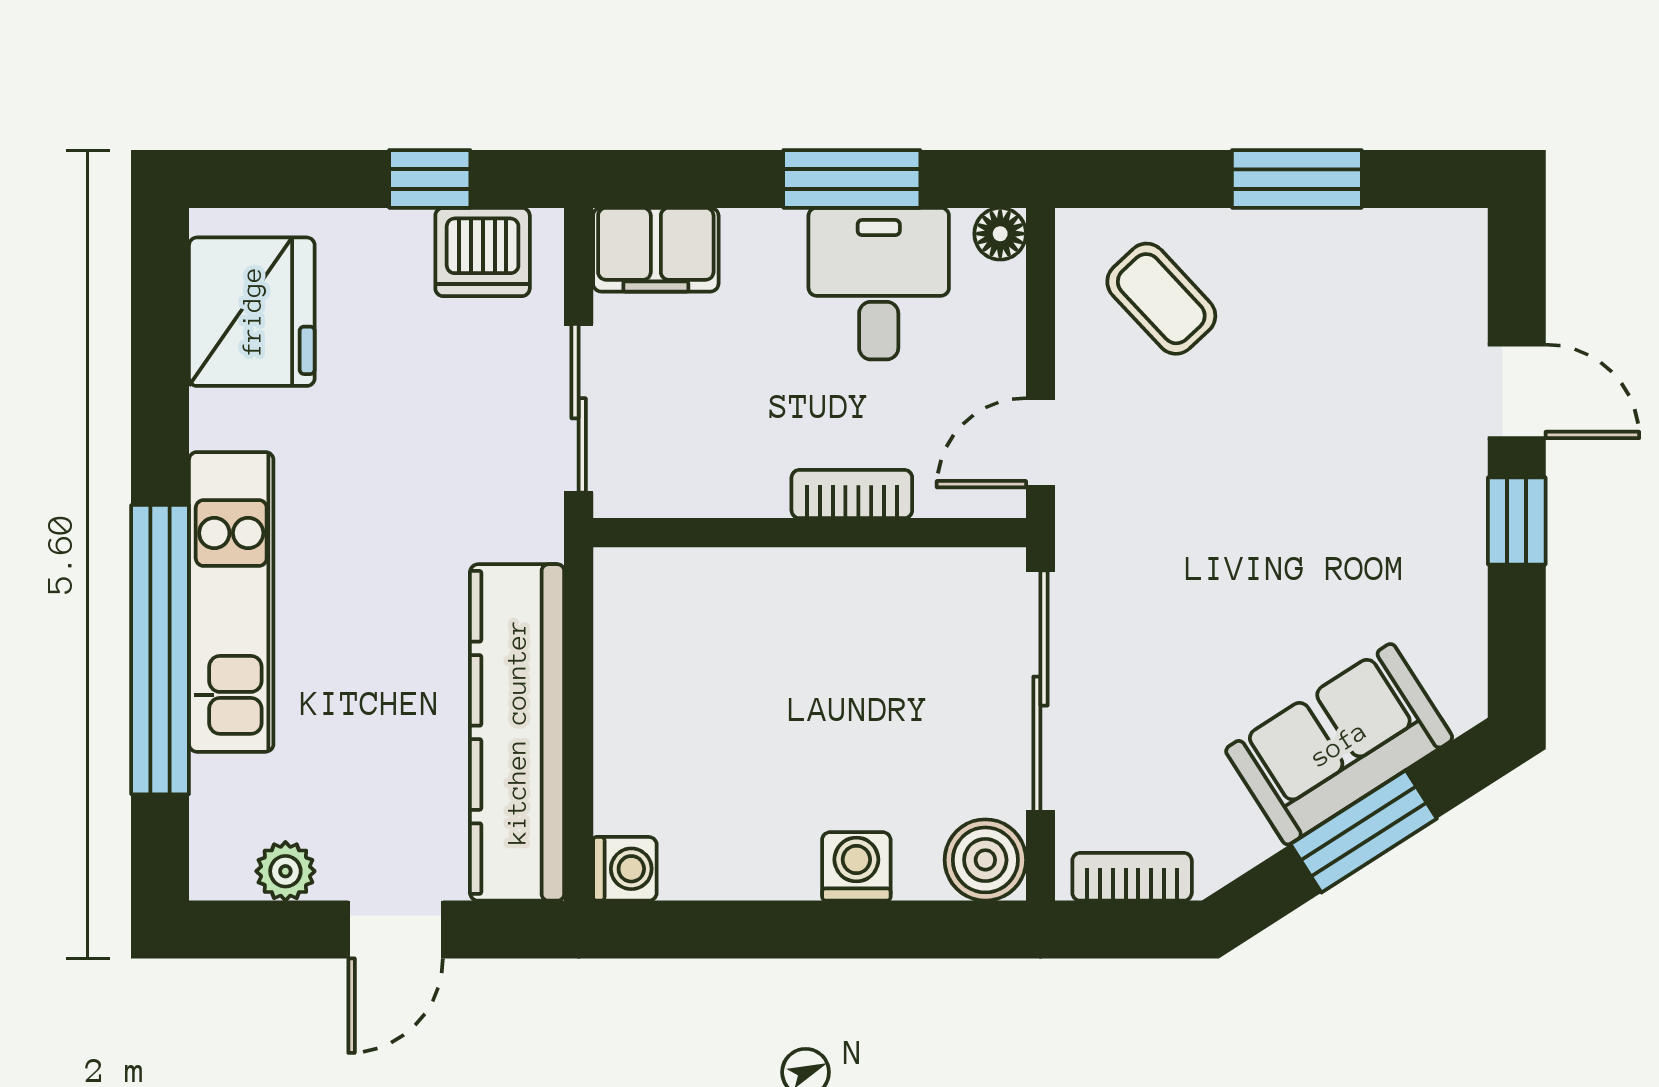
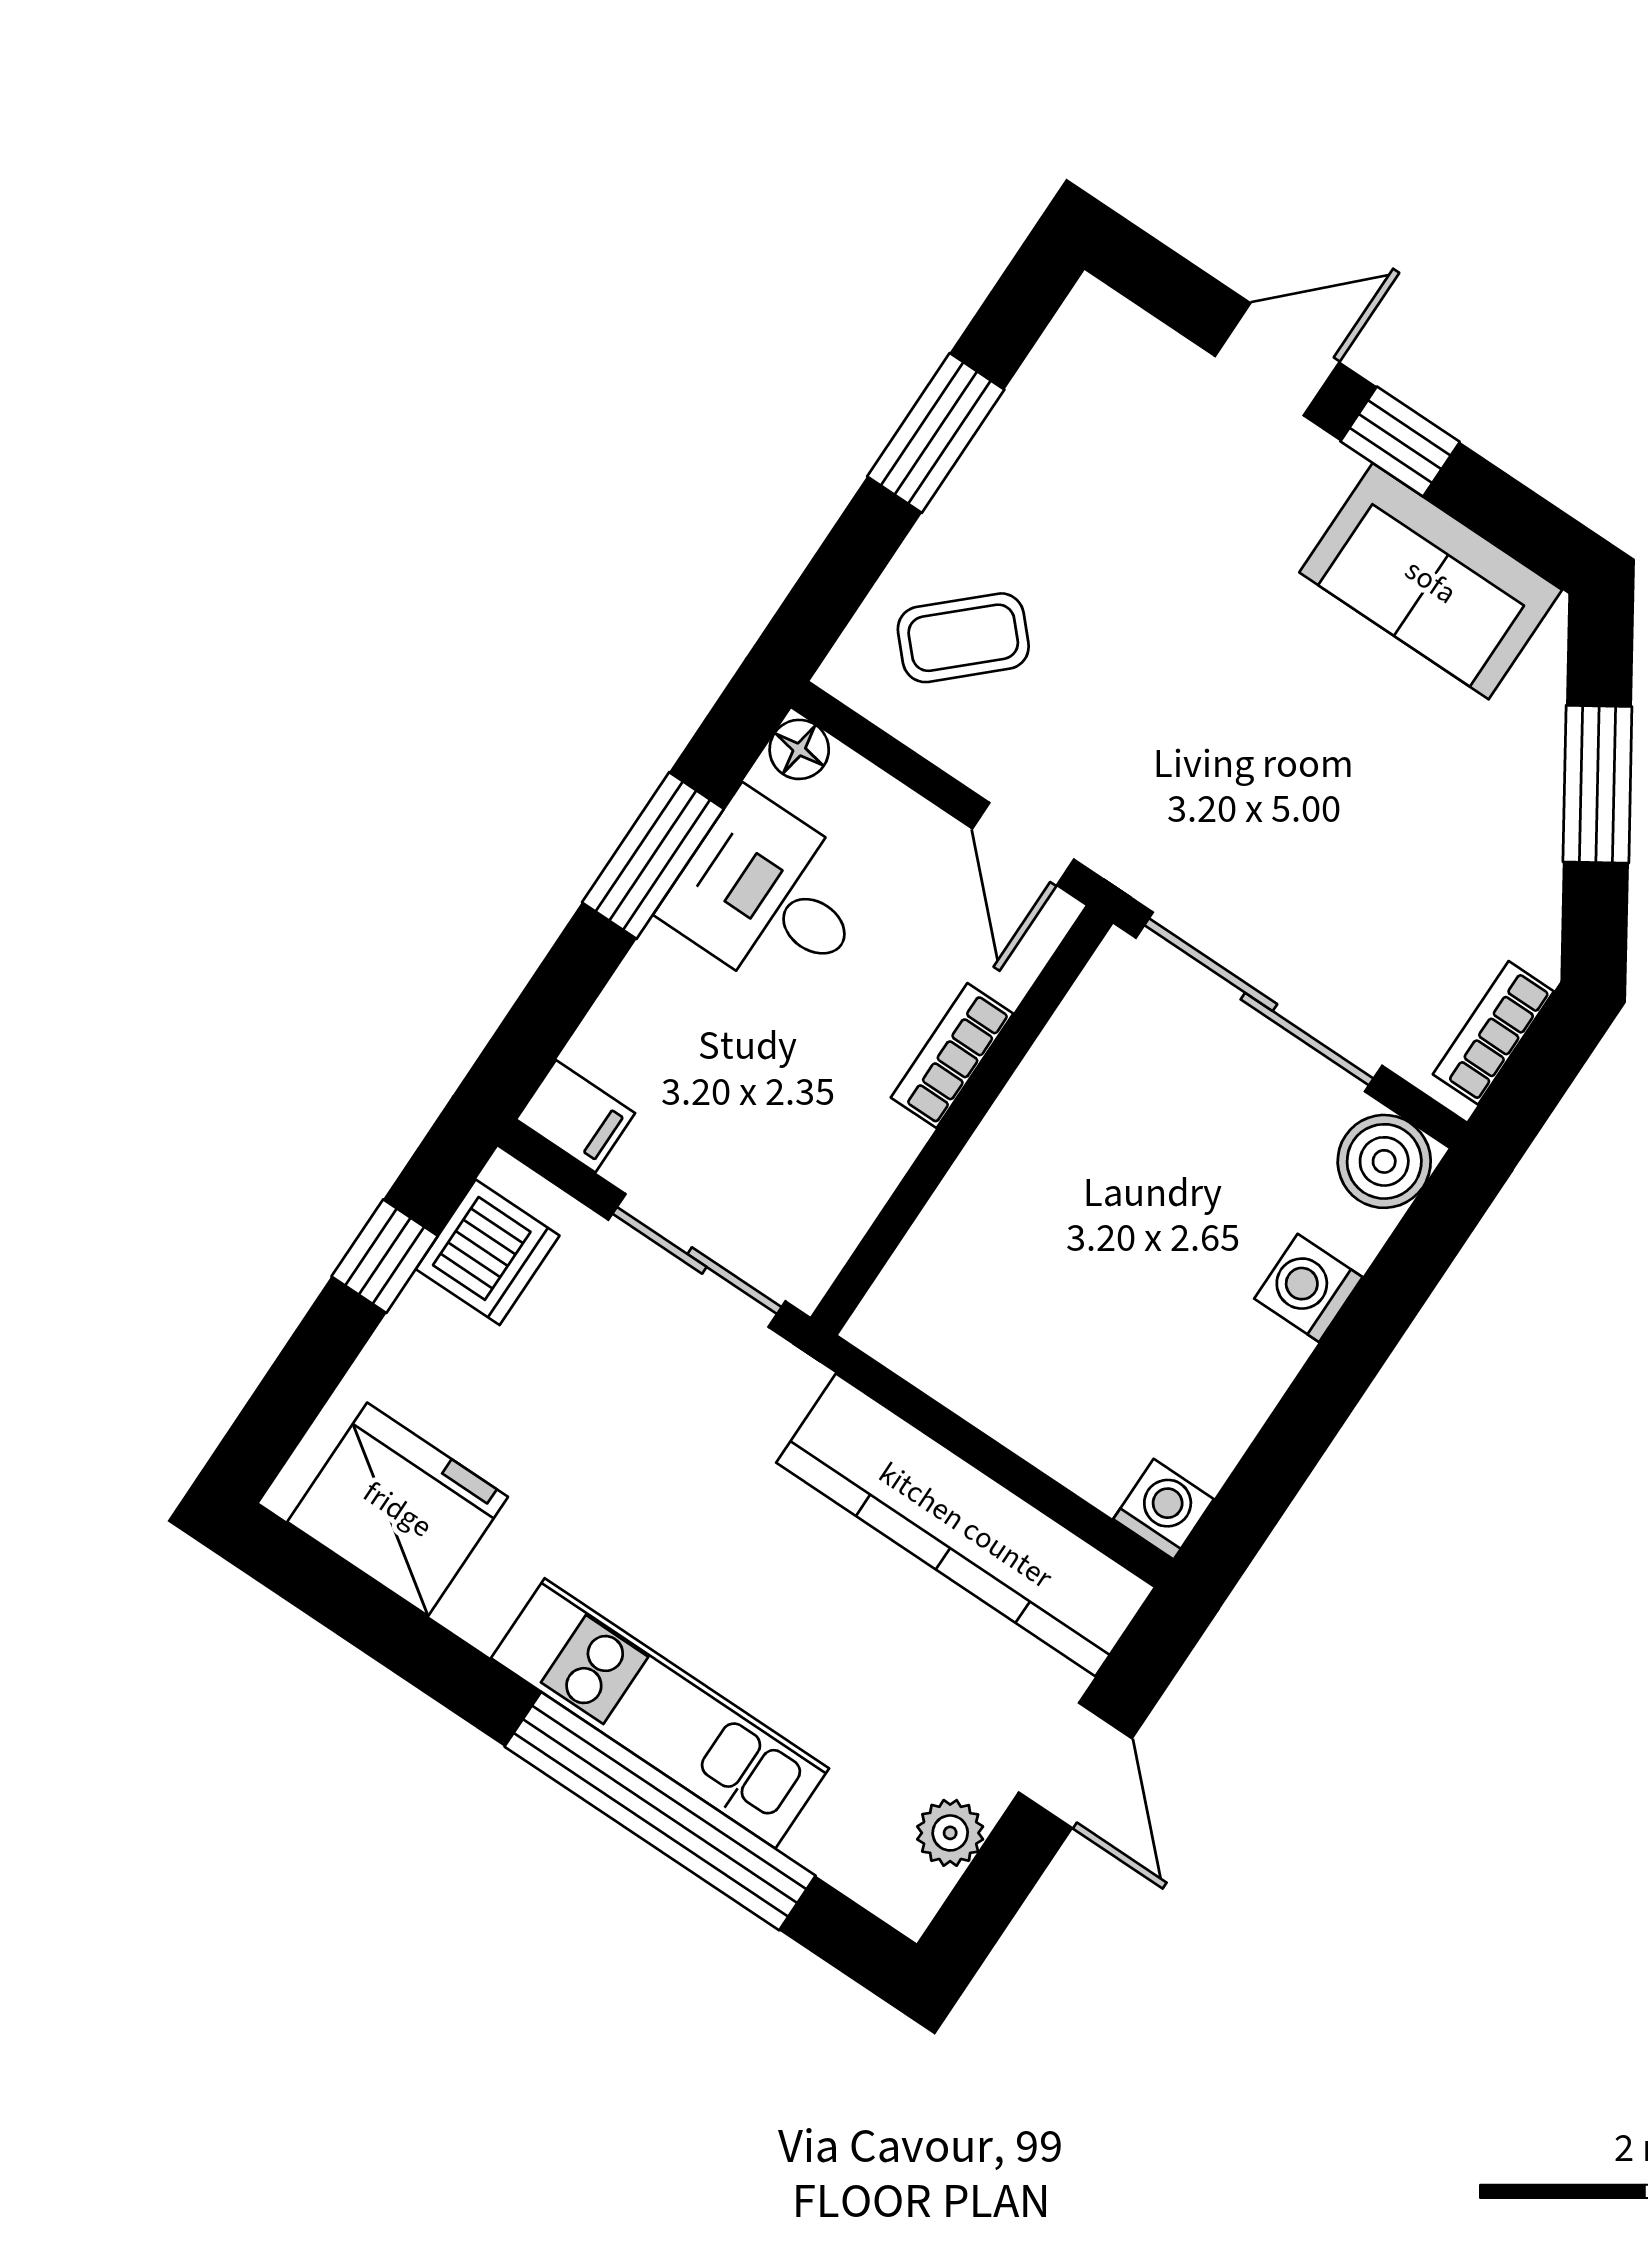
filing cabinet: (656, 250) -> (576, 1116), width x0.50
sofa: (1339, 744) -> (1431, 581), moved, turned -57

